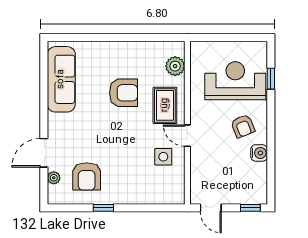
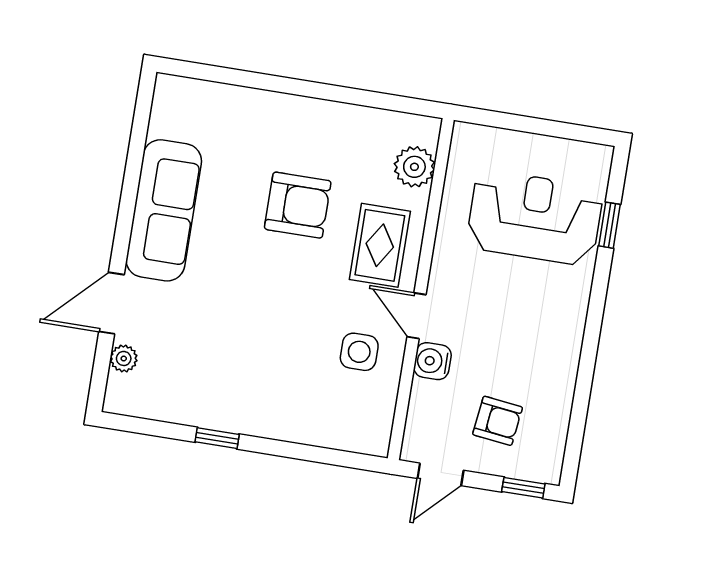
sofa: (61, 79) -> (164, 210), moved
armchair: (243, 126) -> (498, 421), moved, turned -61
water cooler: (259, 153) -> (432, 361), moved, turned 180
armchair: (87, 176) -> (193, 367), removed
door: (211, 208) -> (441, 474), hinge flipped

